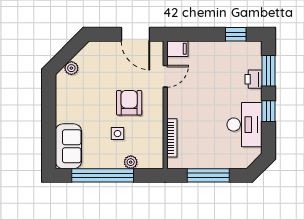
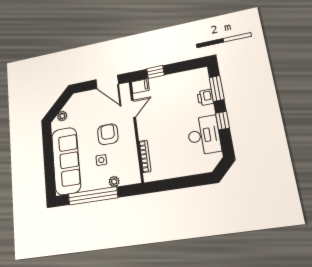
window: (236, 34) -> (155, 72), moved
sofa: (68, 146) -> (66, 161), width x1.85, depth x1.27
window: (208, 175) -> (179, 183), removed

